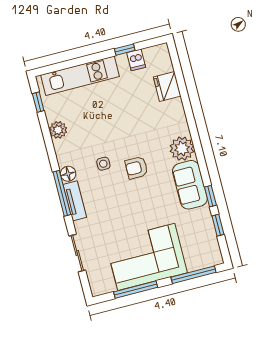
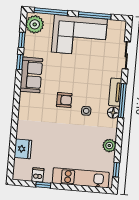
plant: (182, 149) -> (35, 24), moved

